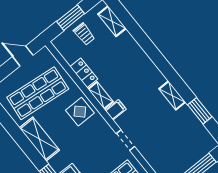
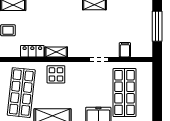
filing cabinet: (116, 110) -> (125, 50), moved

